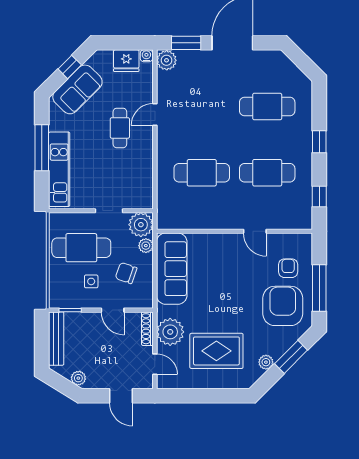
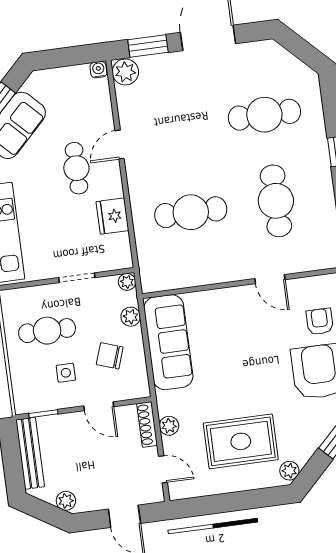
fridge: (126, 61) -> (112, 216), moved, turned 90
cafe table: (267, 173) -> (276, 201), turned 90
plant: (141, 225) -> (127, 282), width x0.53, depth x0.53
cafe table: (81, 248) -> (47, 331), width x0.73, depth x0.74
plant: (170, 332) -> (169, 426), width x0.53, depth x0.53
plant: (266, 362) -> (289, 471), moved

